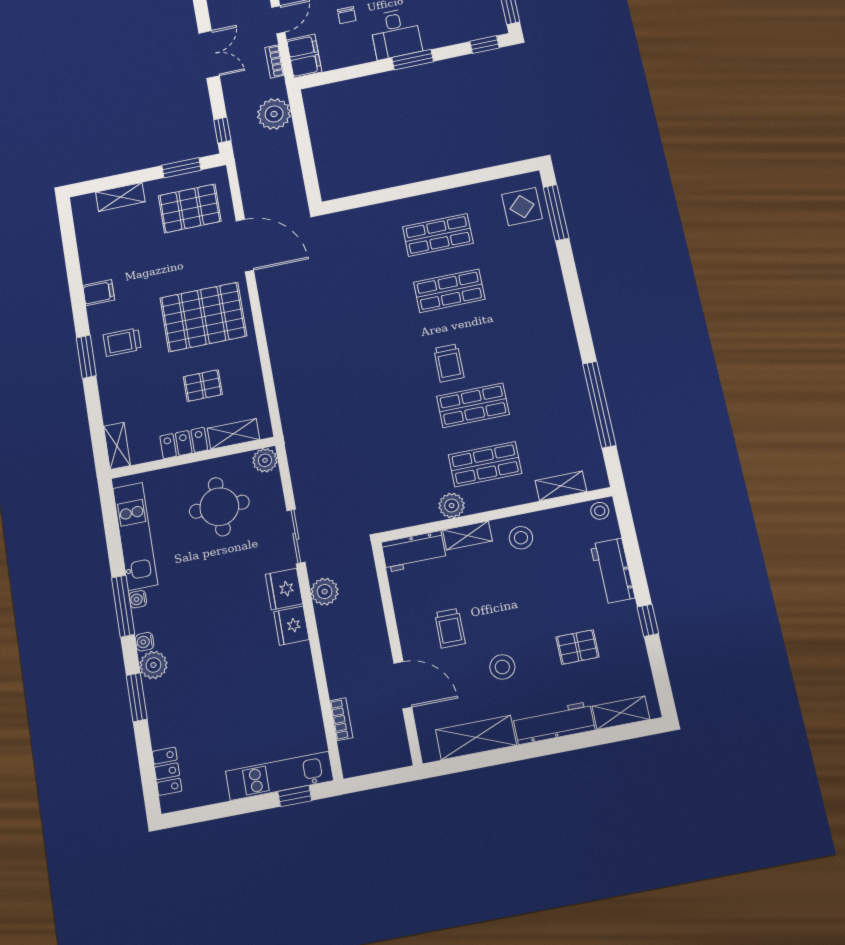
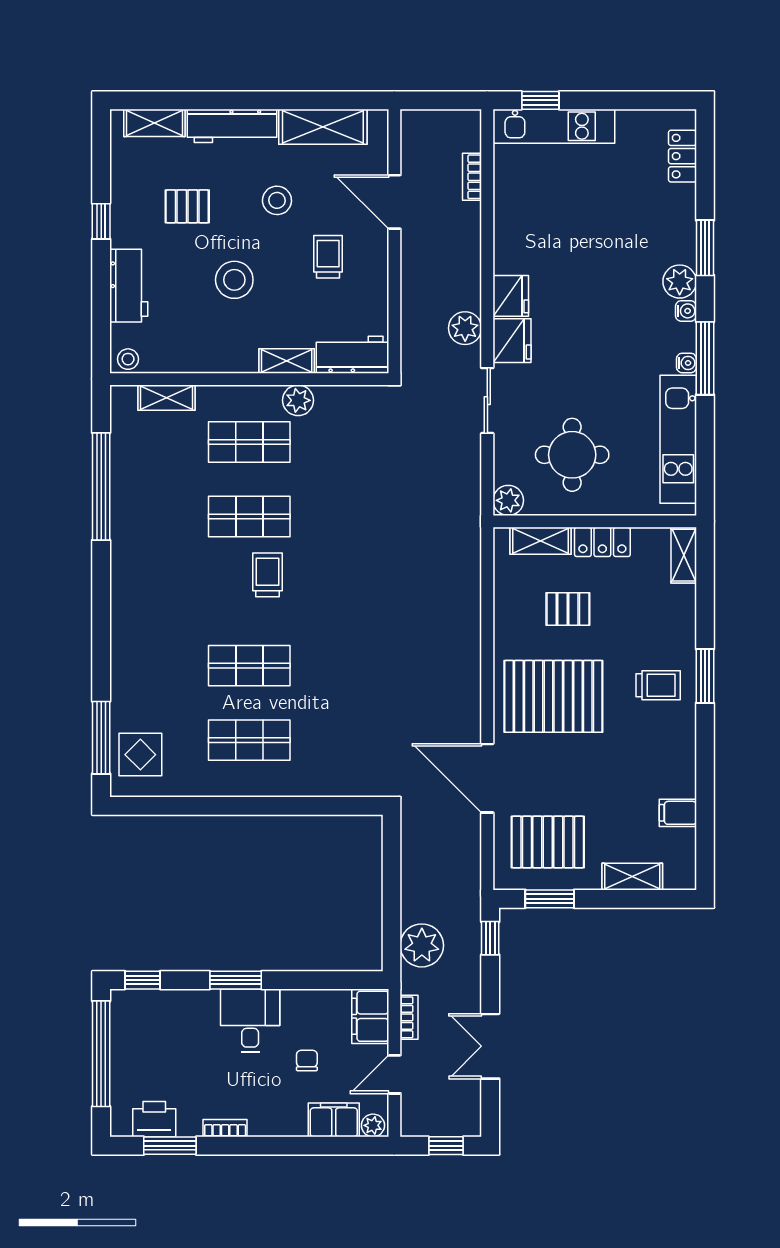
filing cabinet: (99, 293) -> (678, 813), moved
stool: (521, 538) -> (234, 280), moved, width x1.38, depth x1.38

